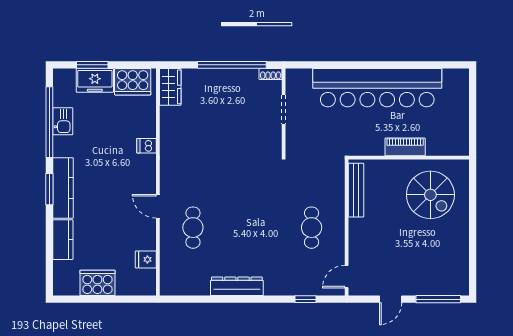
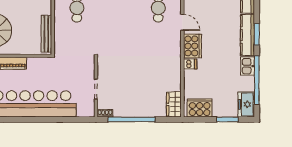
freezer: (95, 80) -> (246, 104), moved, turned -90
kitchen sink: (63, 121) -> (248, 66), moved
cooker: (143, 172) -> (192, 46), added

